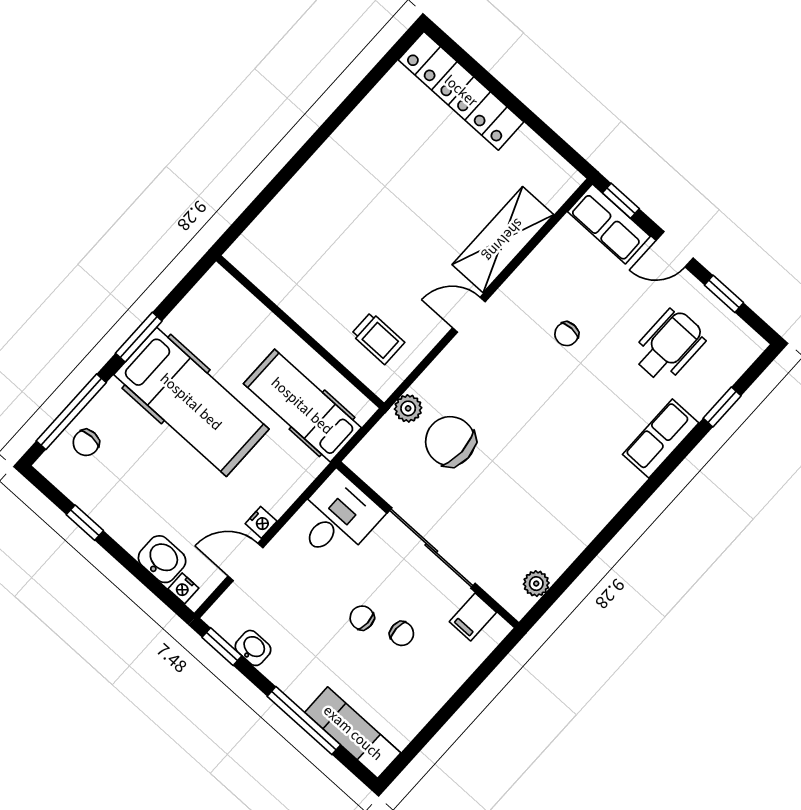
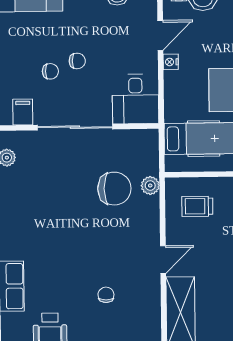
chair: (402, 634) -> (50, 71), turned 180

